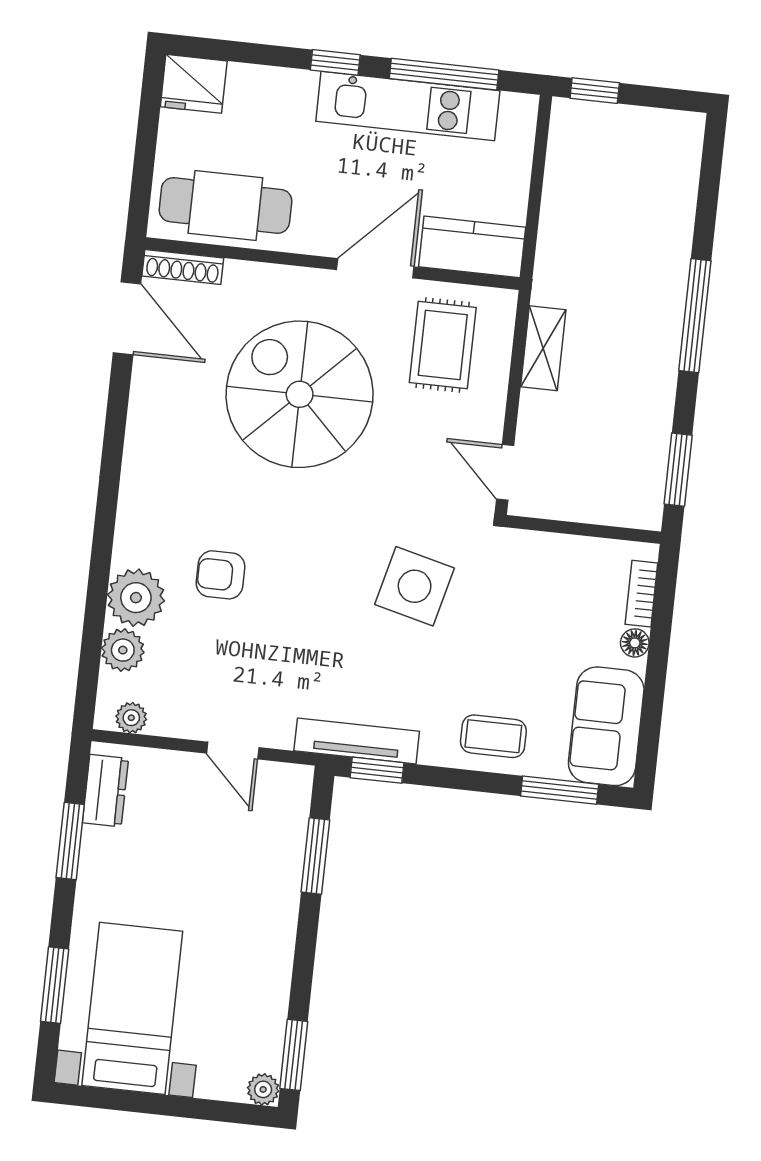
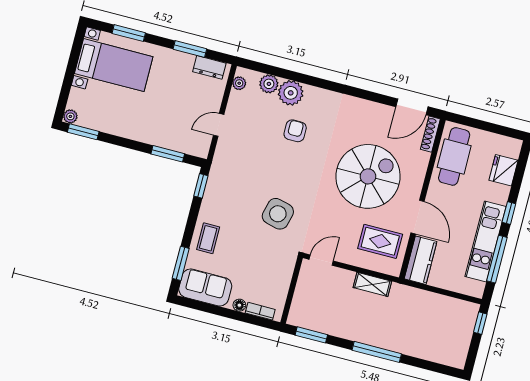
fridge: (194, 84) -> (504, 170), moved
tv unit: (357, 741) -> (215, 179), removed

